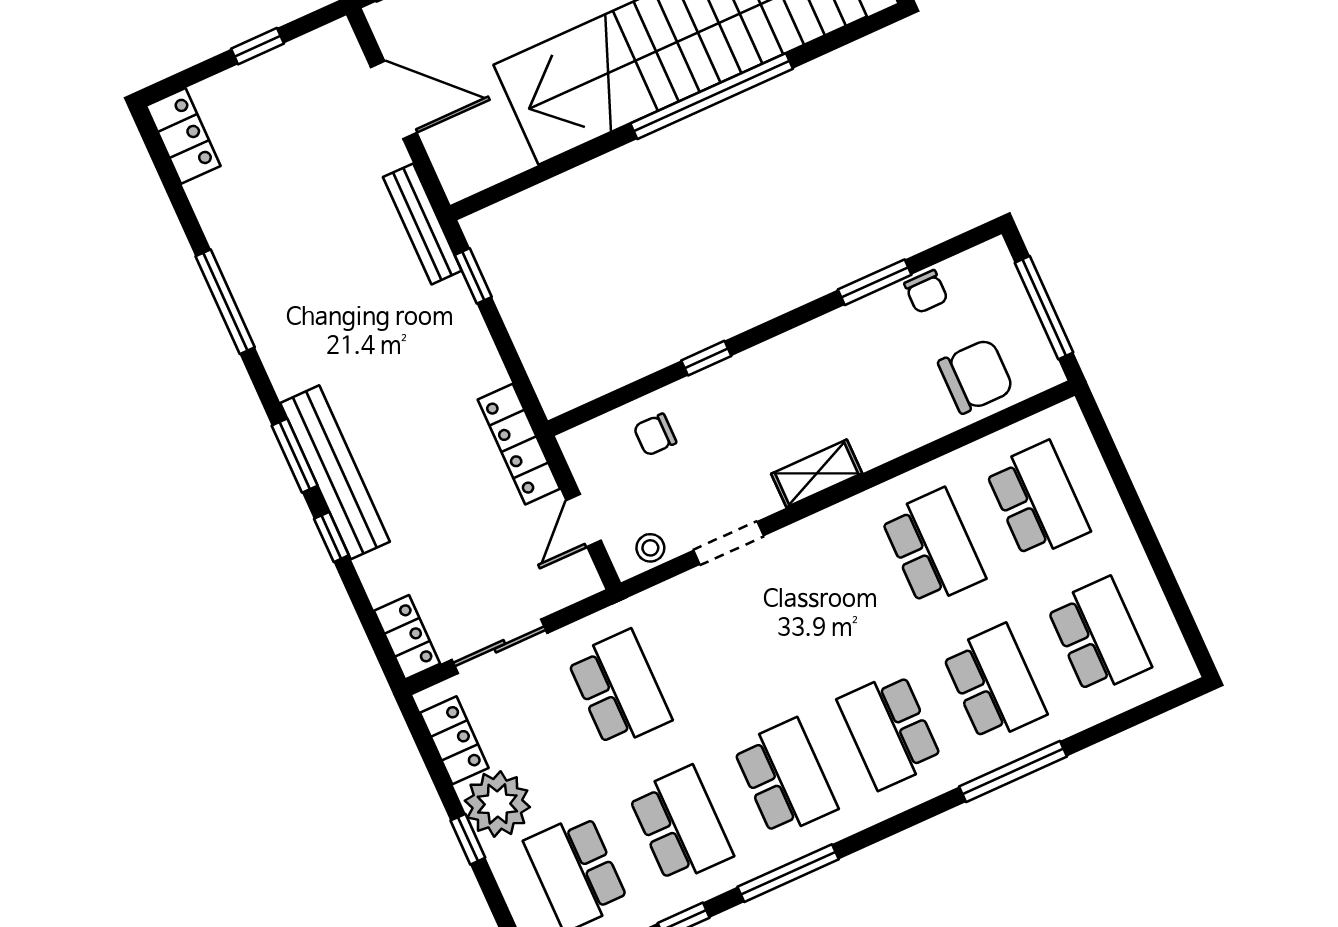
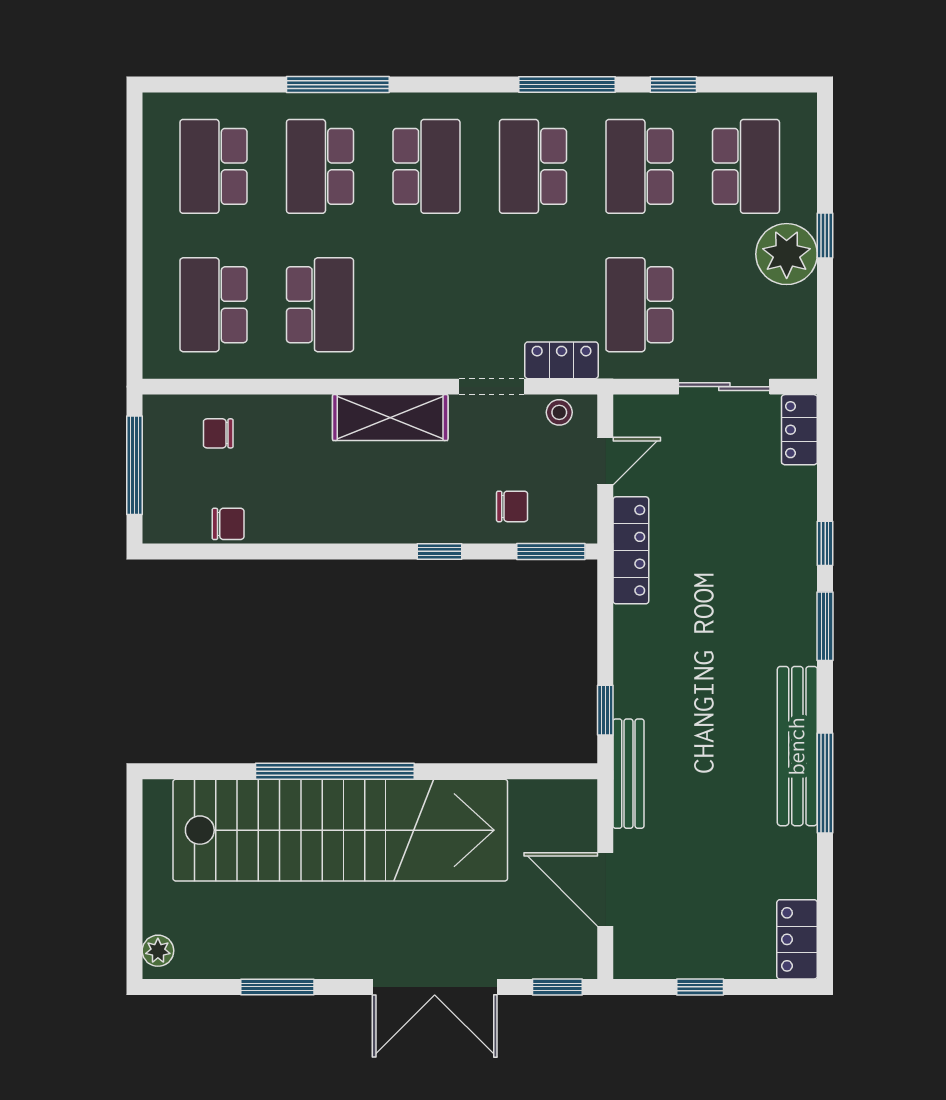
window: (875, 282) -> (551, 551), moved
chair: (926, 292) -> (228, 524), turned 90
chair: (976, 376) -> (218, 433), width x0.54, depth x0.54
bench: (335, 472) -> (797, 746), moved
shelving: (817, 473) -> (390, 418), width x1.50, depth x1.33
school desk: (933, 547) -> (320, 305), turned 180
locker: (454, 740) -> (562, 360), moved, turned 90

